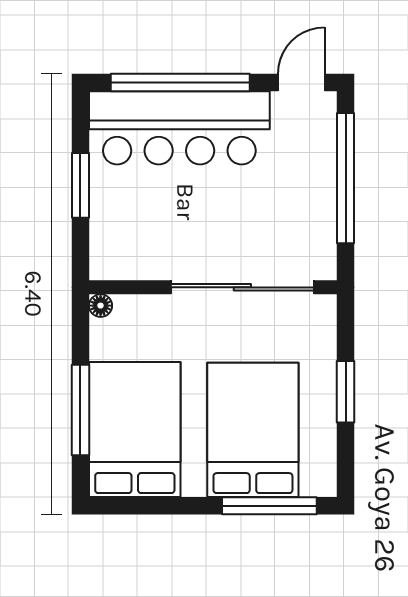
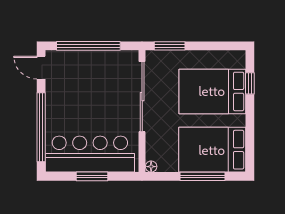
bar counter: (179, 128) -> (90, 154), moved, turned -90
window: (346, 392) -> (170, 46), moved
window: (269, 506) -> (250, 83), width x0.46

